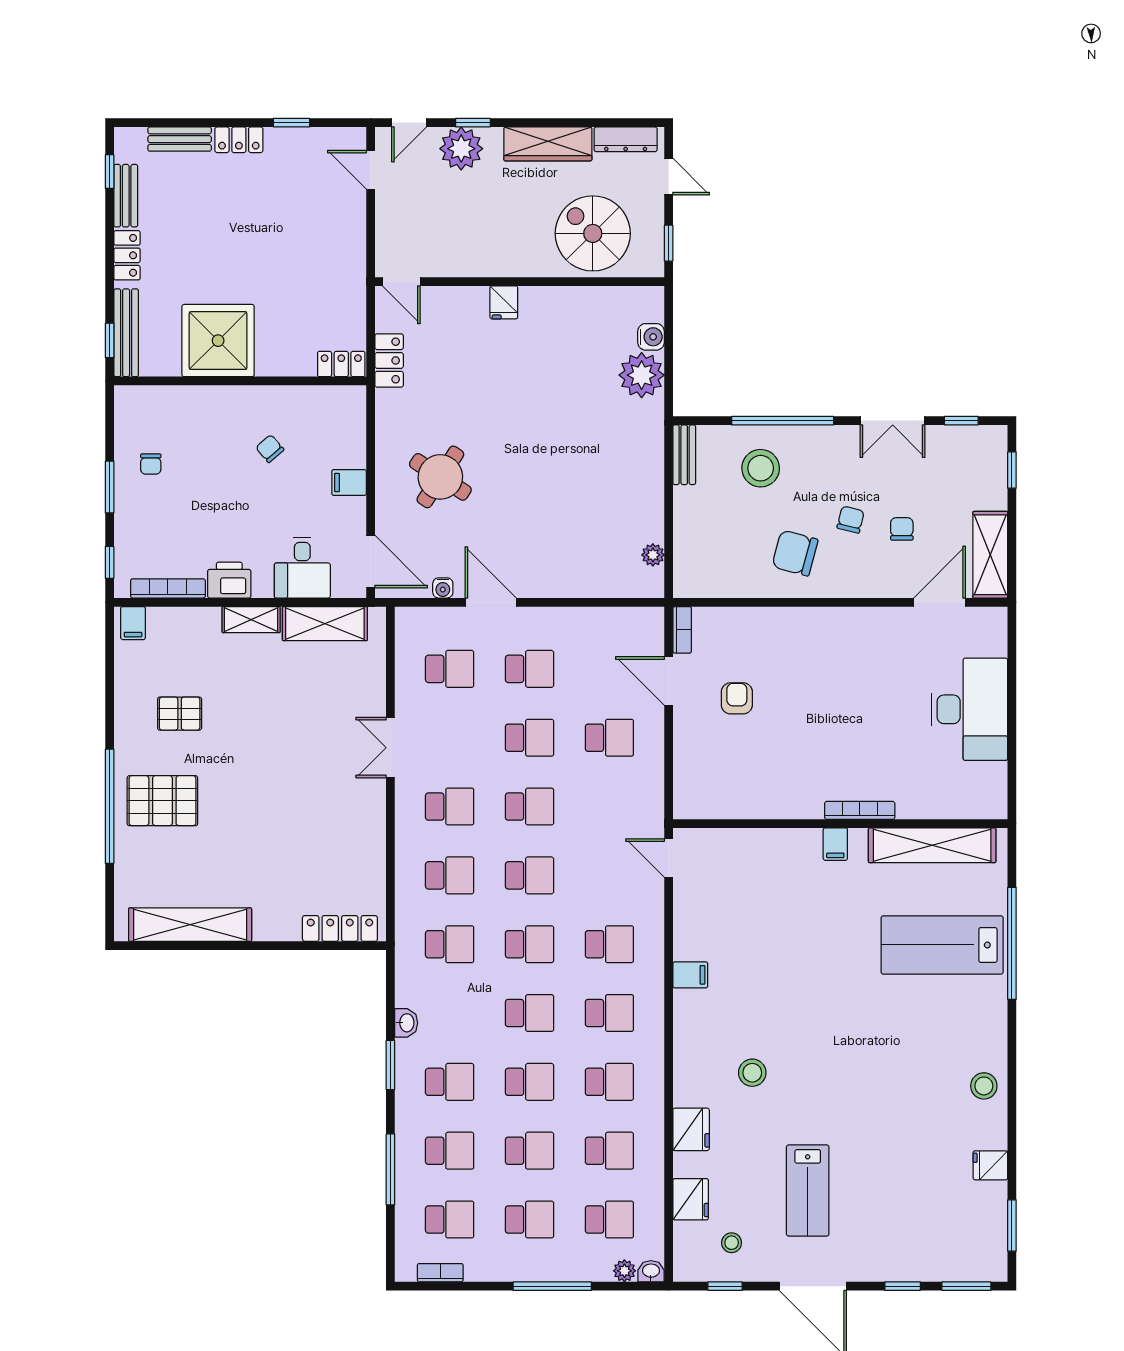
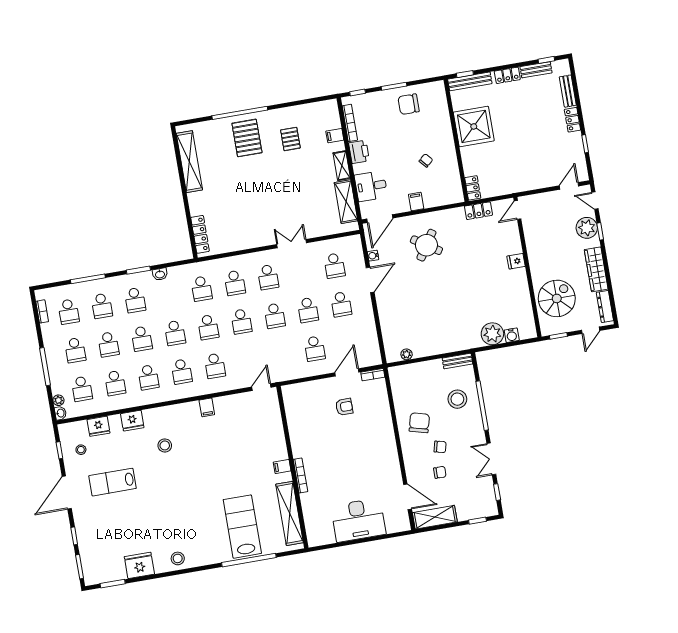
chair: (151, 464) -> (409, 104), width x1.87, depth x1.87
filing cabinet: (133, 623) -> (335, 136), moved
fridge: (990, 1165) -> (139, 565), width x1.88, depth x1.34

